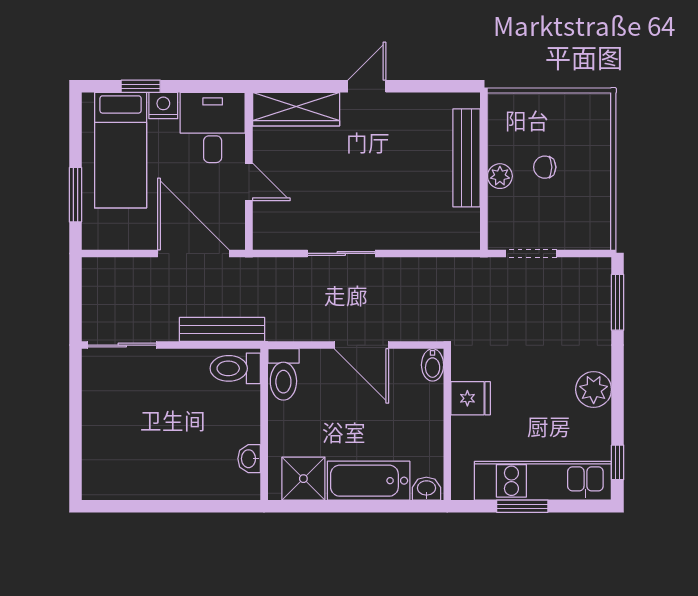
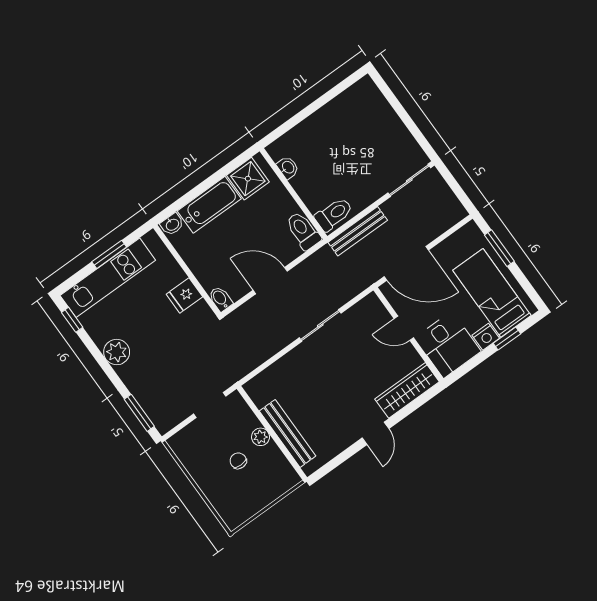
chair: (545, 167) -> (238, 461), turned -90

